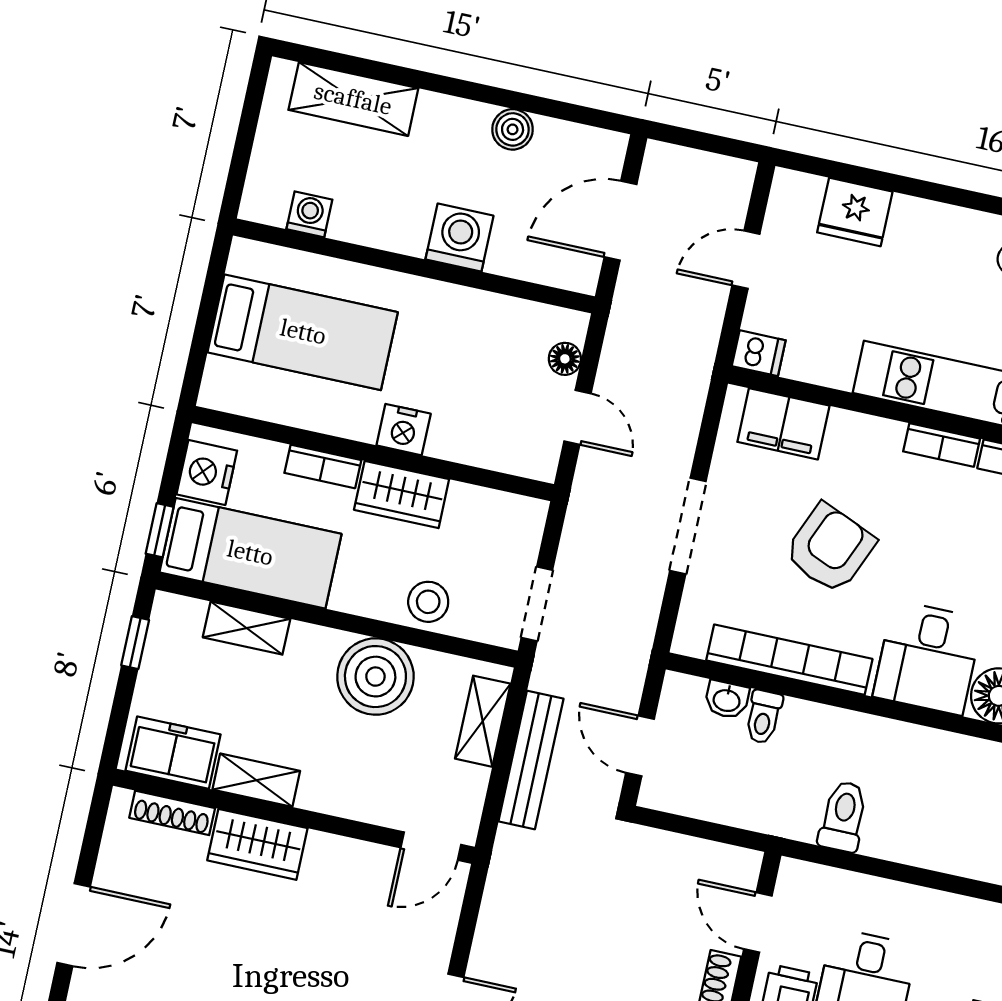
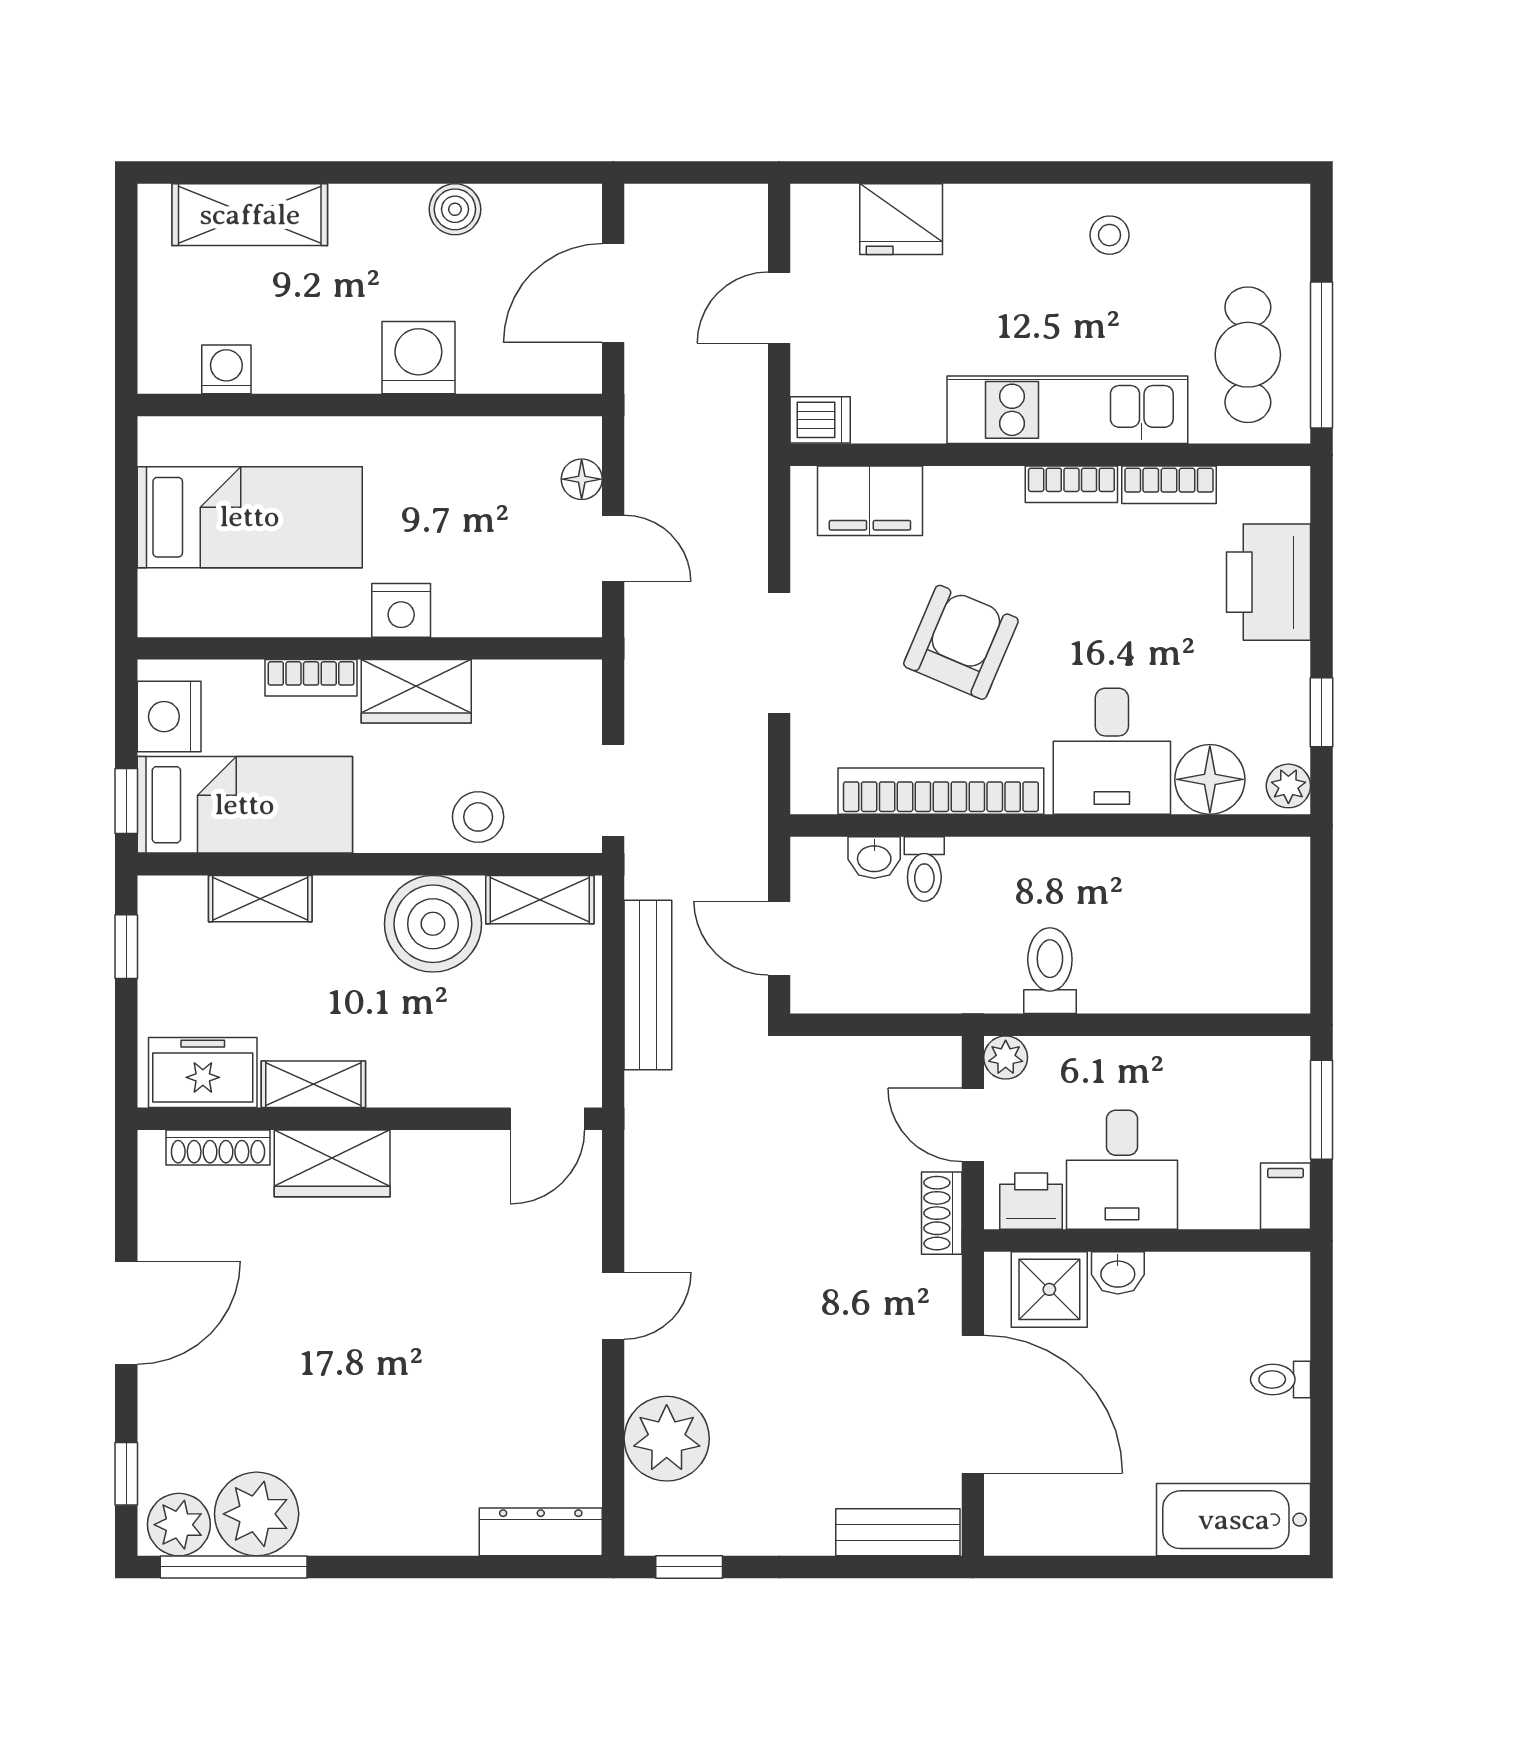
shelving: (483, 721) -> (540, 900), moved, turned 90
plant: (795, 876) -> (1006, 1057), added

